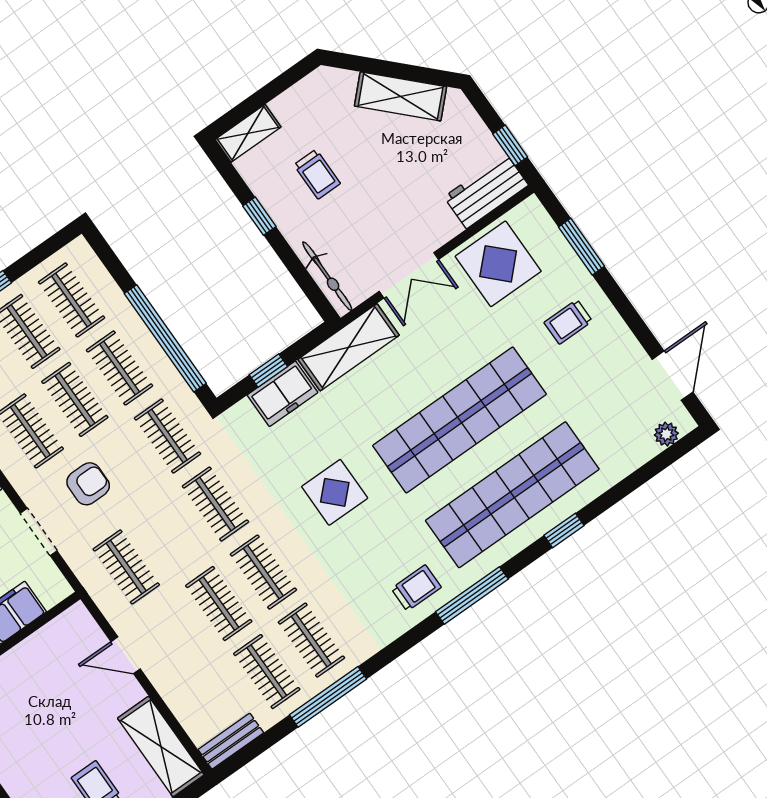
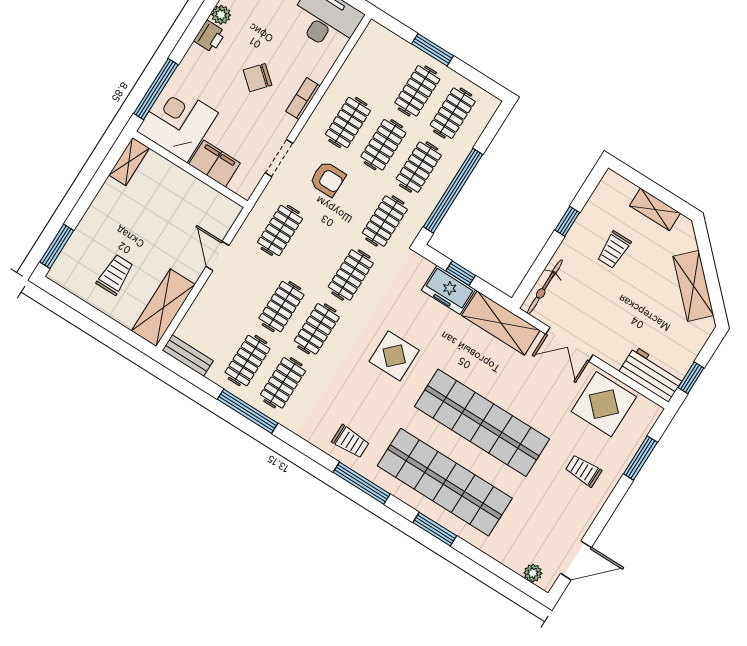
shelving: (248, 133) -> (655, 209), moved
window: (564, 530) -> (435, 529), width x1.50

